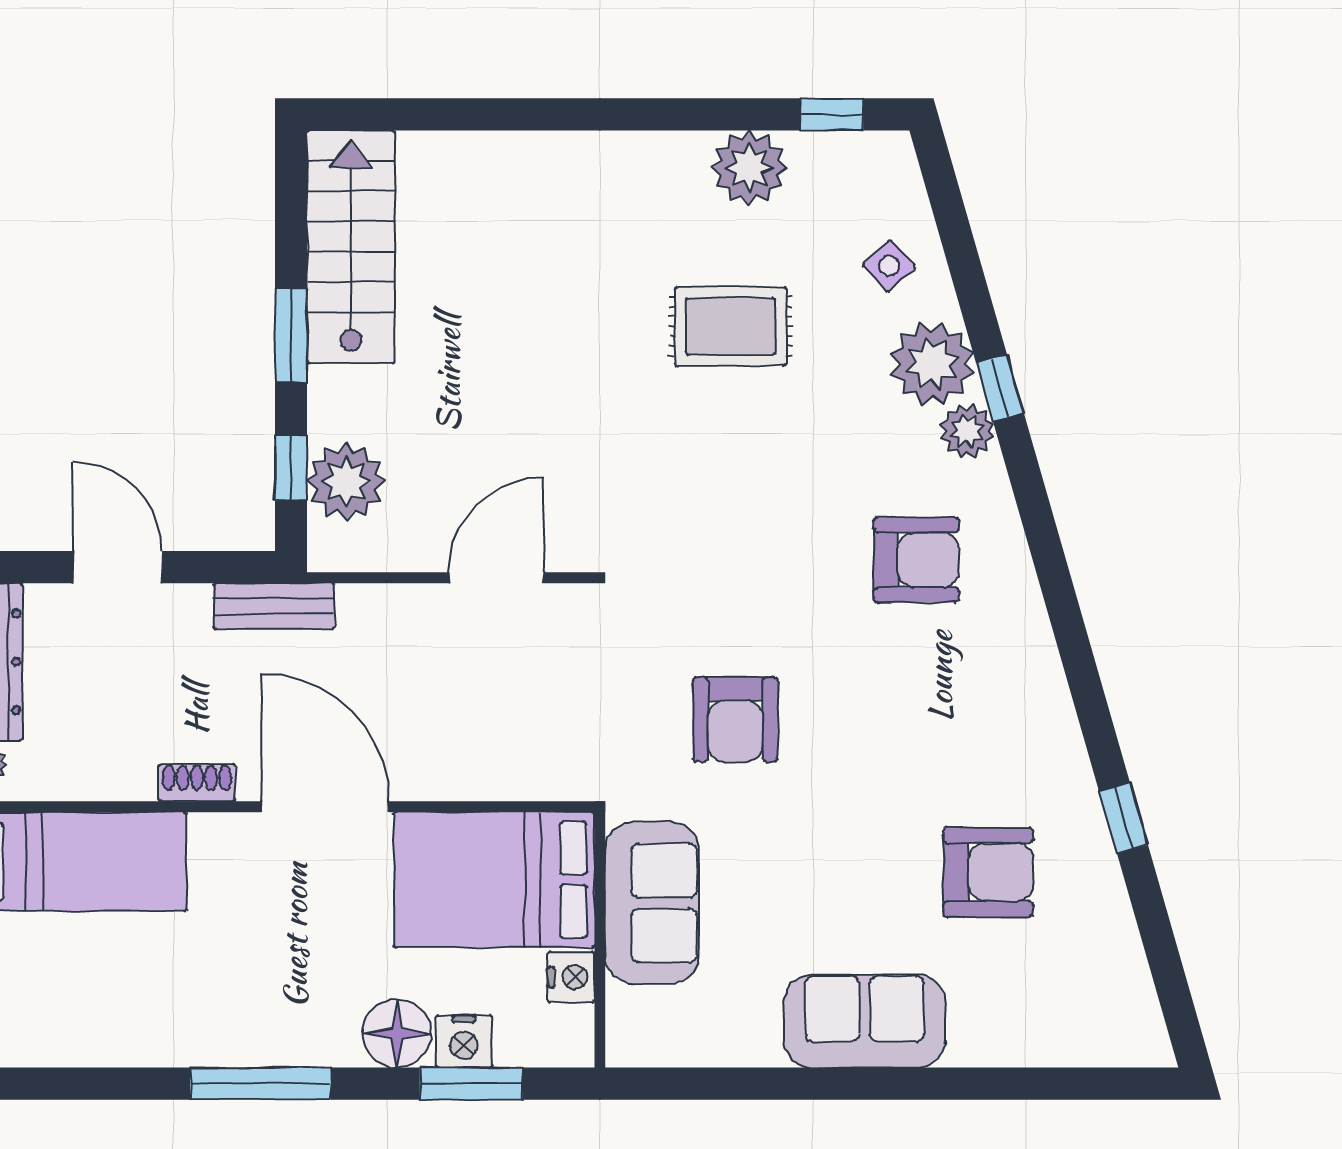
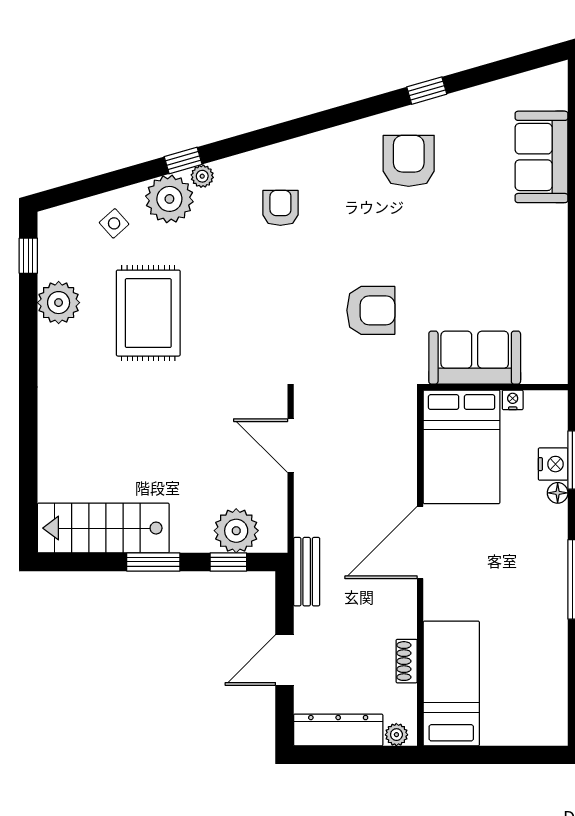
rug: (731, 326) -> (148, 313), width x1.36, depth x1.43
plant: (967, 431) -> (202, 176), width x0.73, depth x0.73
armchair: (916, 560) -> (280, 208), width x0.72, depth x0.72
shoe rack: (197, 783) -> (407, 661), moved
armchair: (988, 872) -> (409, 161), moved
nightstand: (571, 977) -> (513, 400), width x0.72, depth x0.74
sofa: (864, 1021) -> (542, 157), moved
floor lamp: (397, 1033) -> (558, 493), width x0.53, depth x0.53

